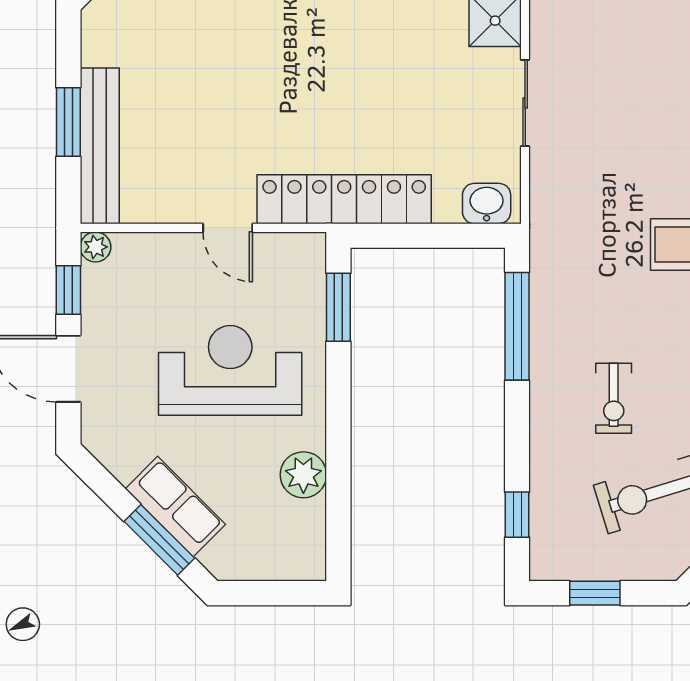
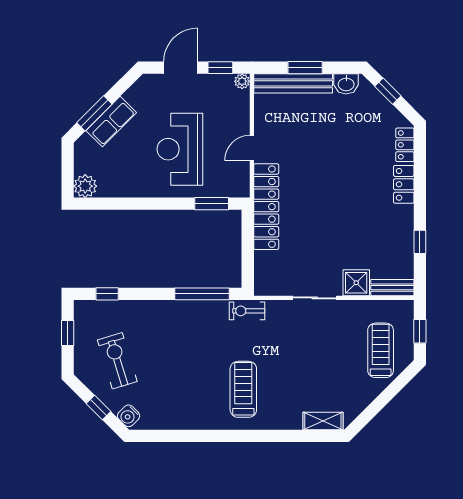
washbasin: (487, 203) -> (346, 84), moved, turned 90
reception desk: (230, 370) -> (180, 149), turned 180
exercise bike: (614, 398) -> (247, 311), moved
plant: (303, 475) -> (85, 186), moved

